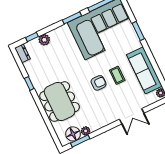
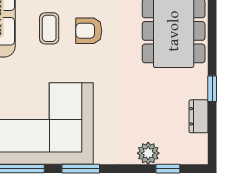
dresser: (22, 53) -> (198, 116), moved

